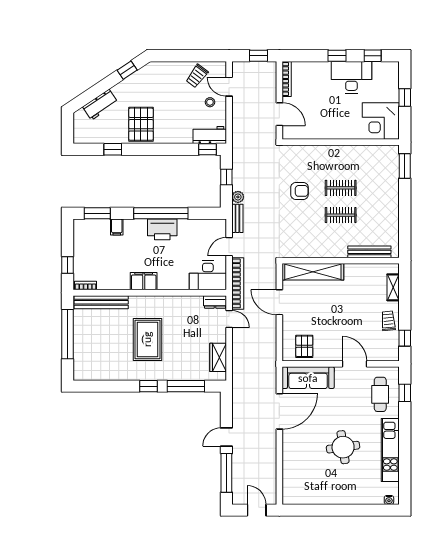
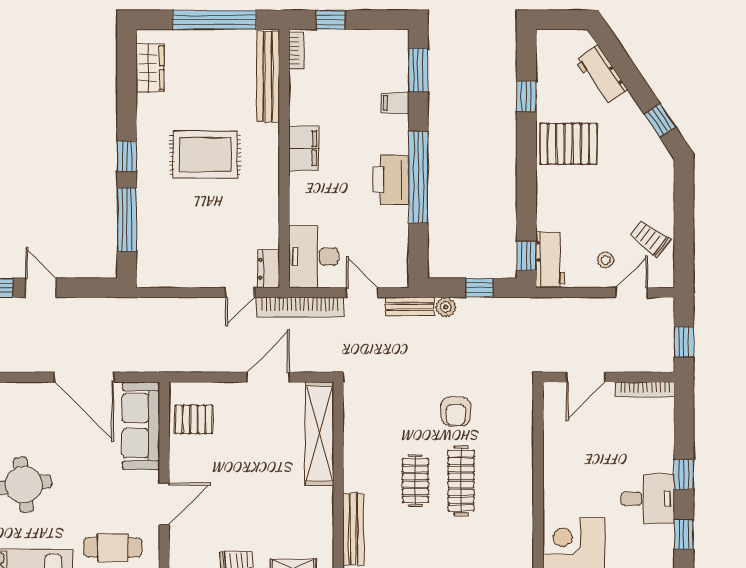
desk: (351, 77) -> (648, 499), width x0.73
clothes rail: (341, 188) -> (461, 481), width x1.36
wardrobe: (218, 357) -> (150, 68), moved, turned 90

